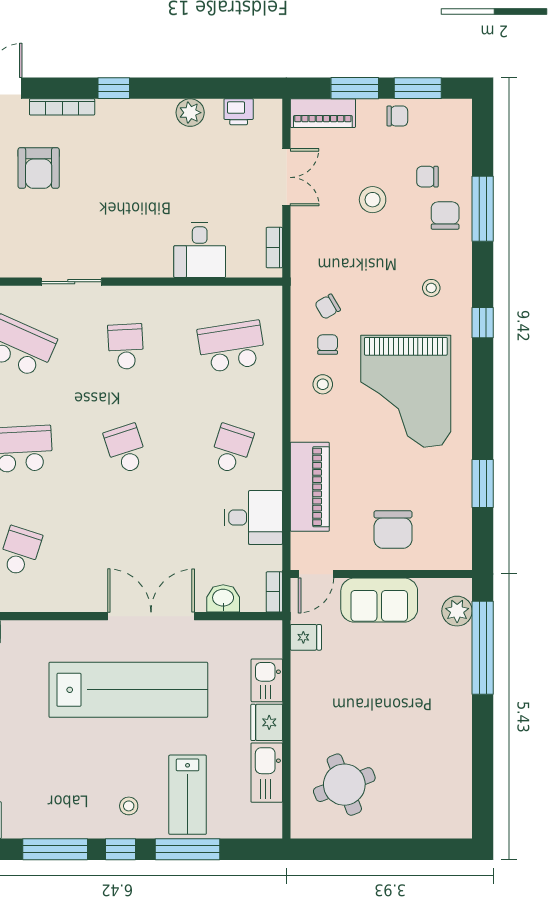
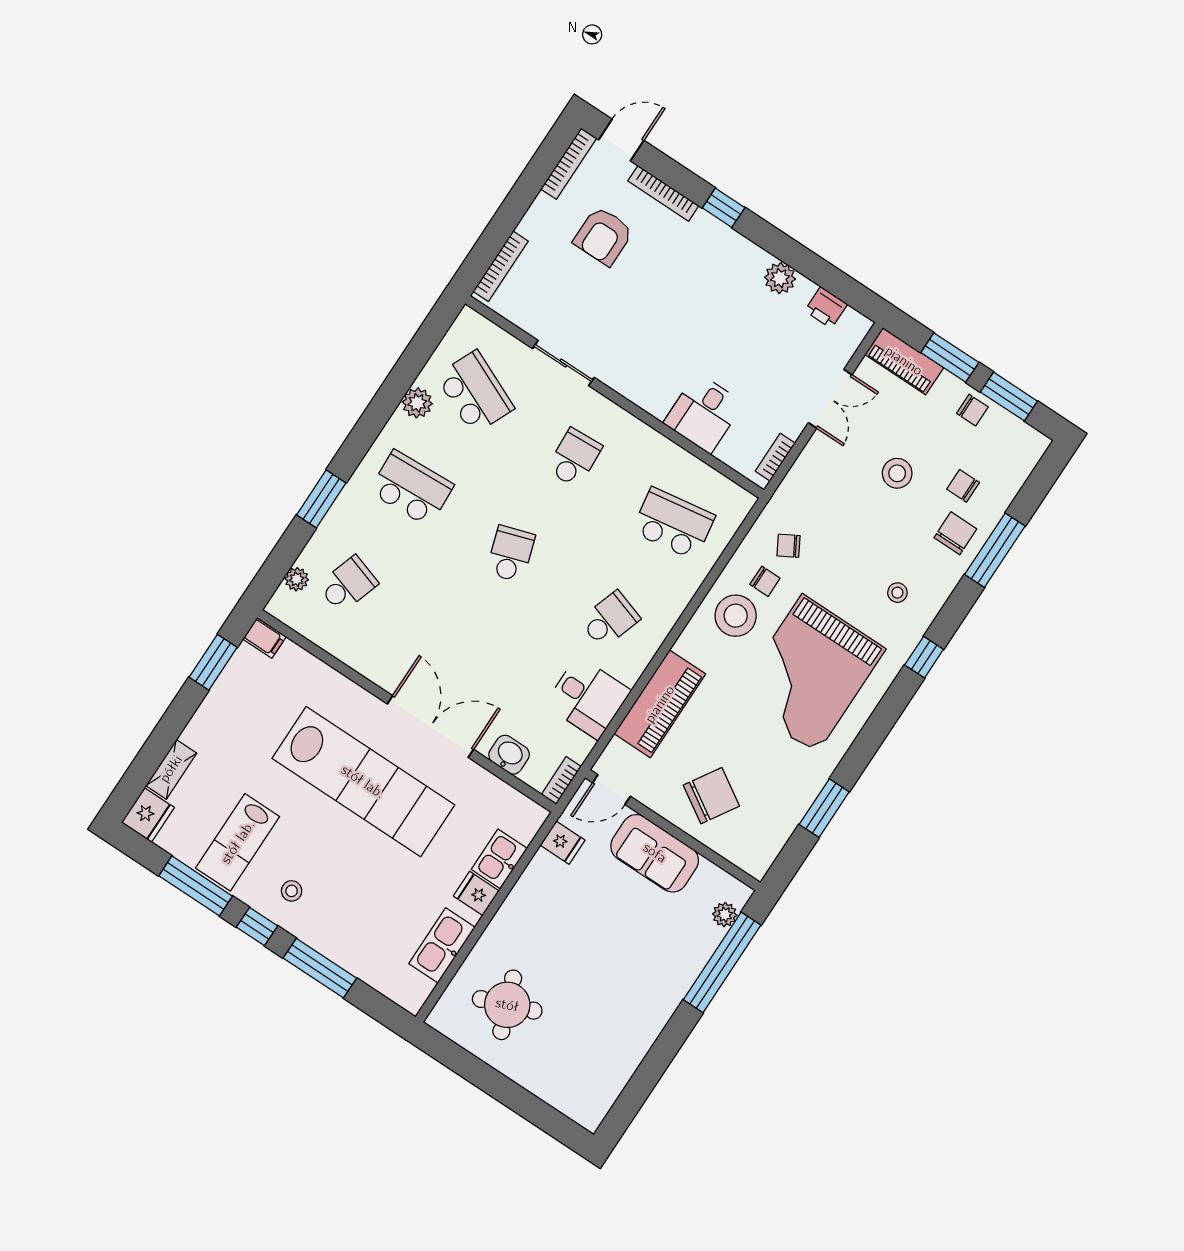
chair: (328, 345) -> (765, 581), turned 90
stool: (323, 384) -> (736, 616), width x1.89, depth x1.89
chair: (393, 530) -> (711, 796), turned -148
plant: (457, 611) -> (725, 915), width x0.73, depth x0.73
fridge: (267, 722) -> (476, 893), width x0.72
lab bench: (188, 795) -> (238, 842), moved

